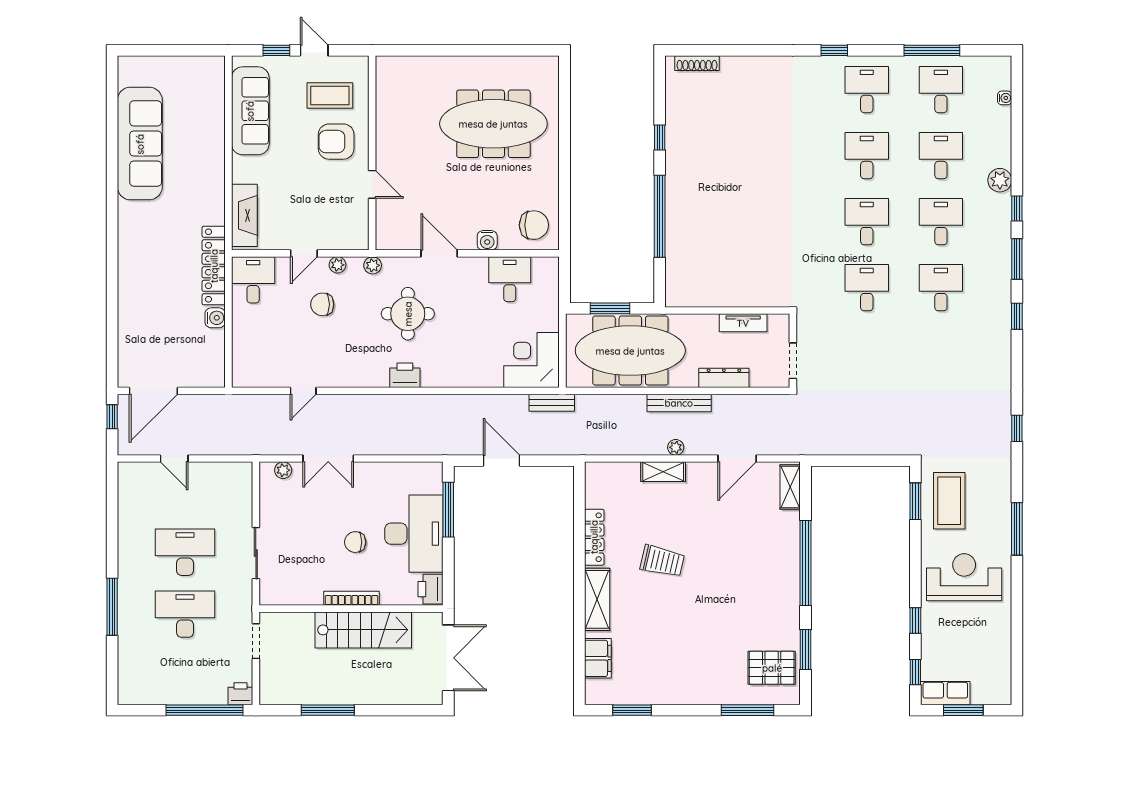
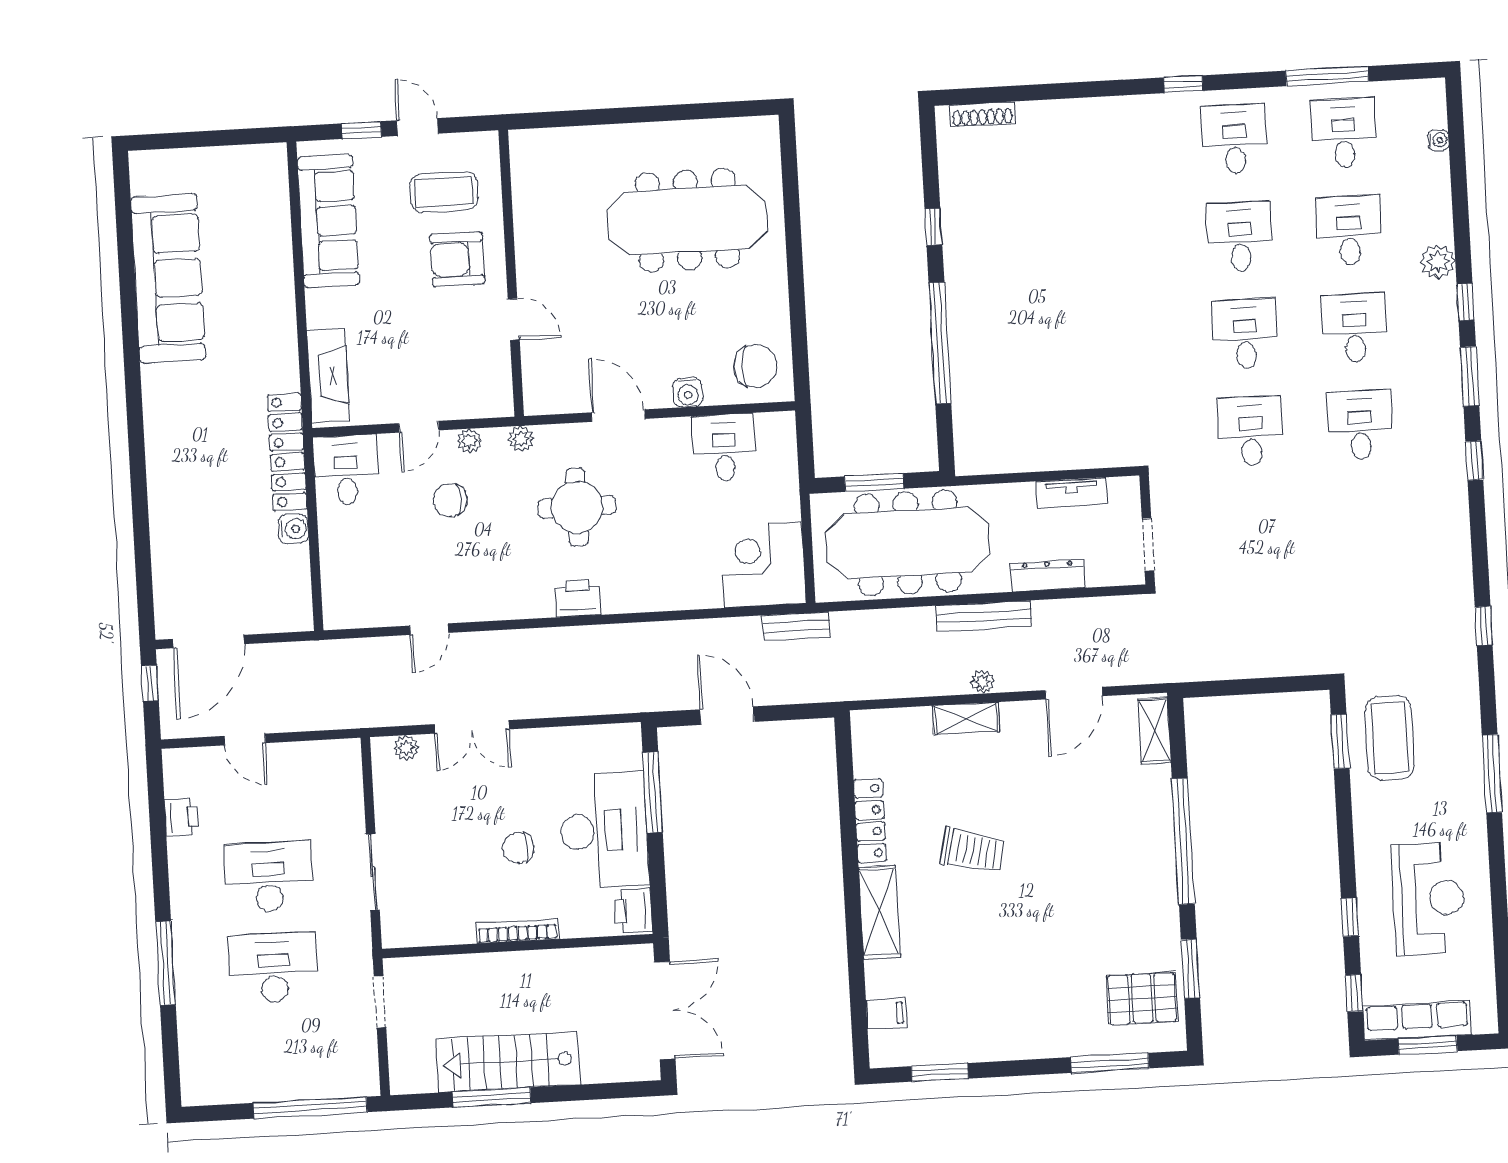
reception desk: (964, 577) -> (1428, 898), moved, turned 90
stairs: (363, 630) -> (508, 1062), moved, turned 180
filing cabinet: (598, 658) -> (886, 1014), width x0.50
row of seats: (945, 693) -> (1417, 1021), width x1.48
printer: (240, 694) -> (182, 817), moved, turned 90

